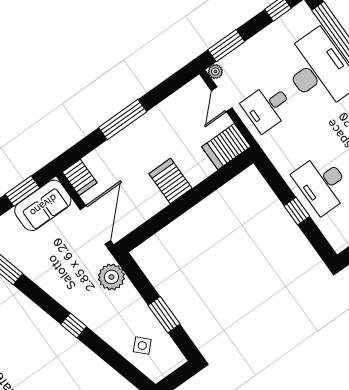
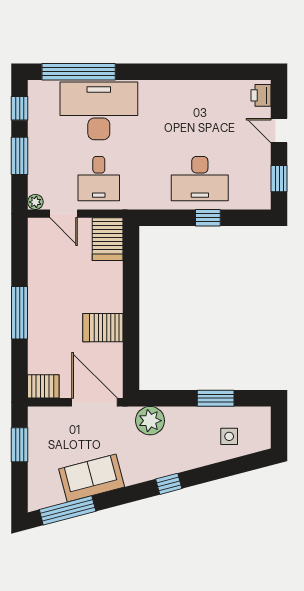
window: (226, 46) -> (20, 156), moved
server rack: (170, 181) -> (103, 328), moved
sofa: (43, 205) -> (92, 478), moved, turned -105
side table: (142, 346) -> (229, 436), turned 45

